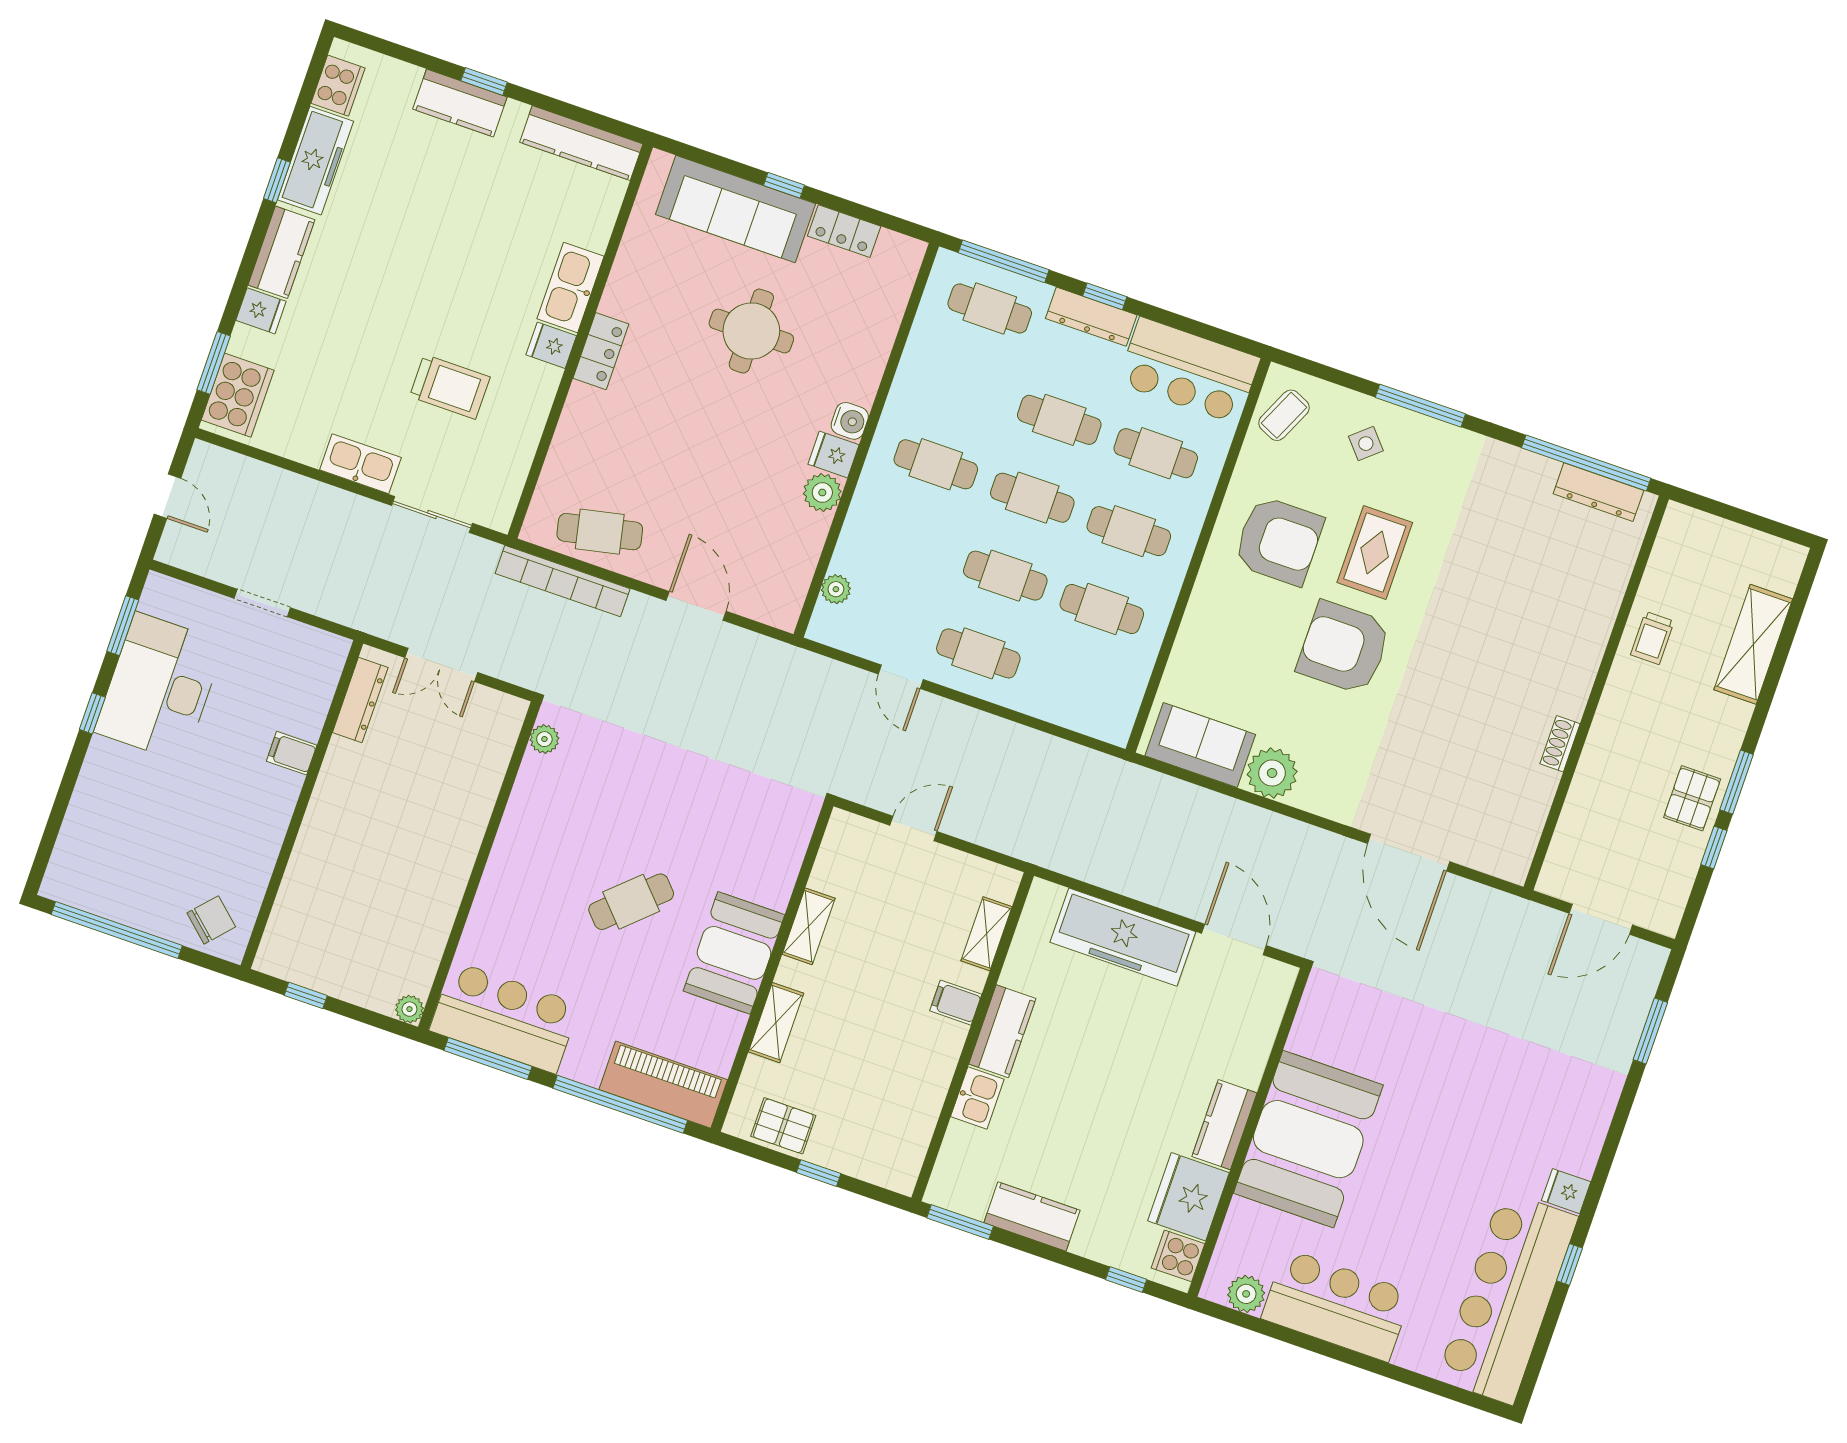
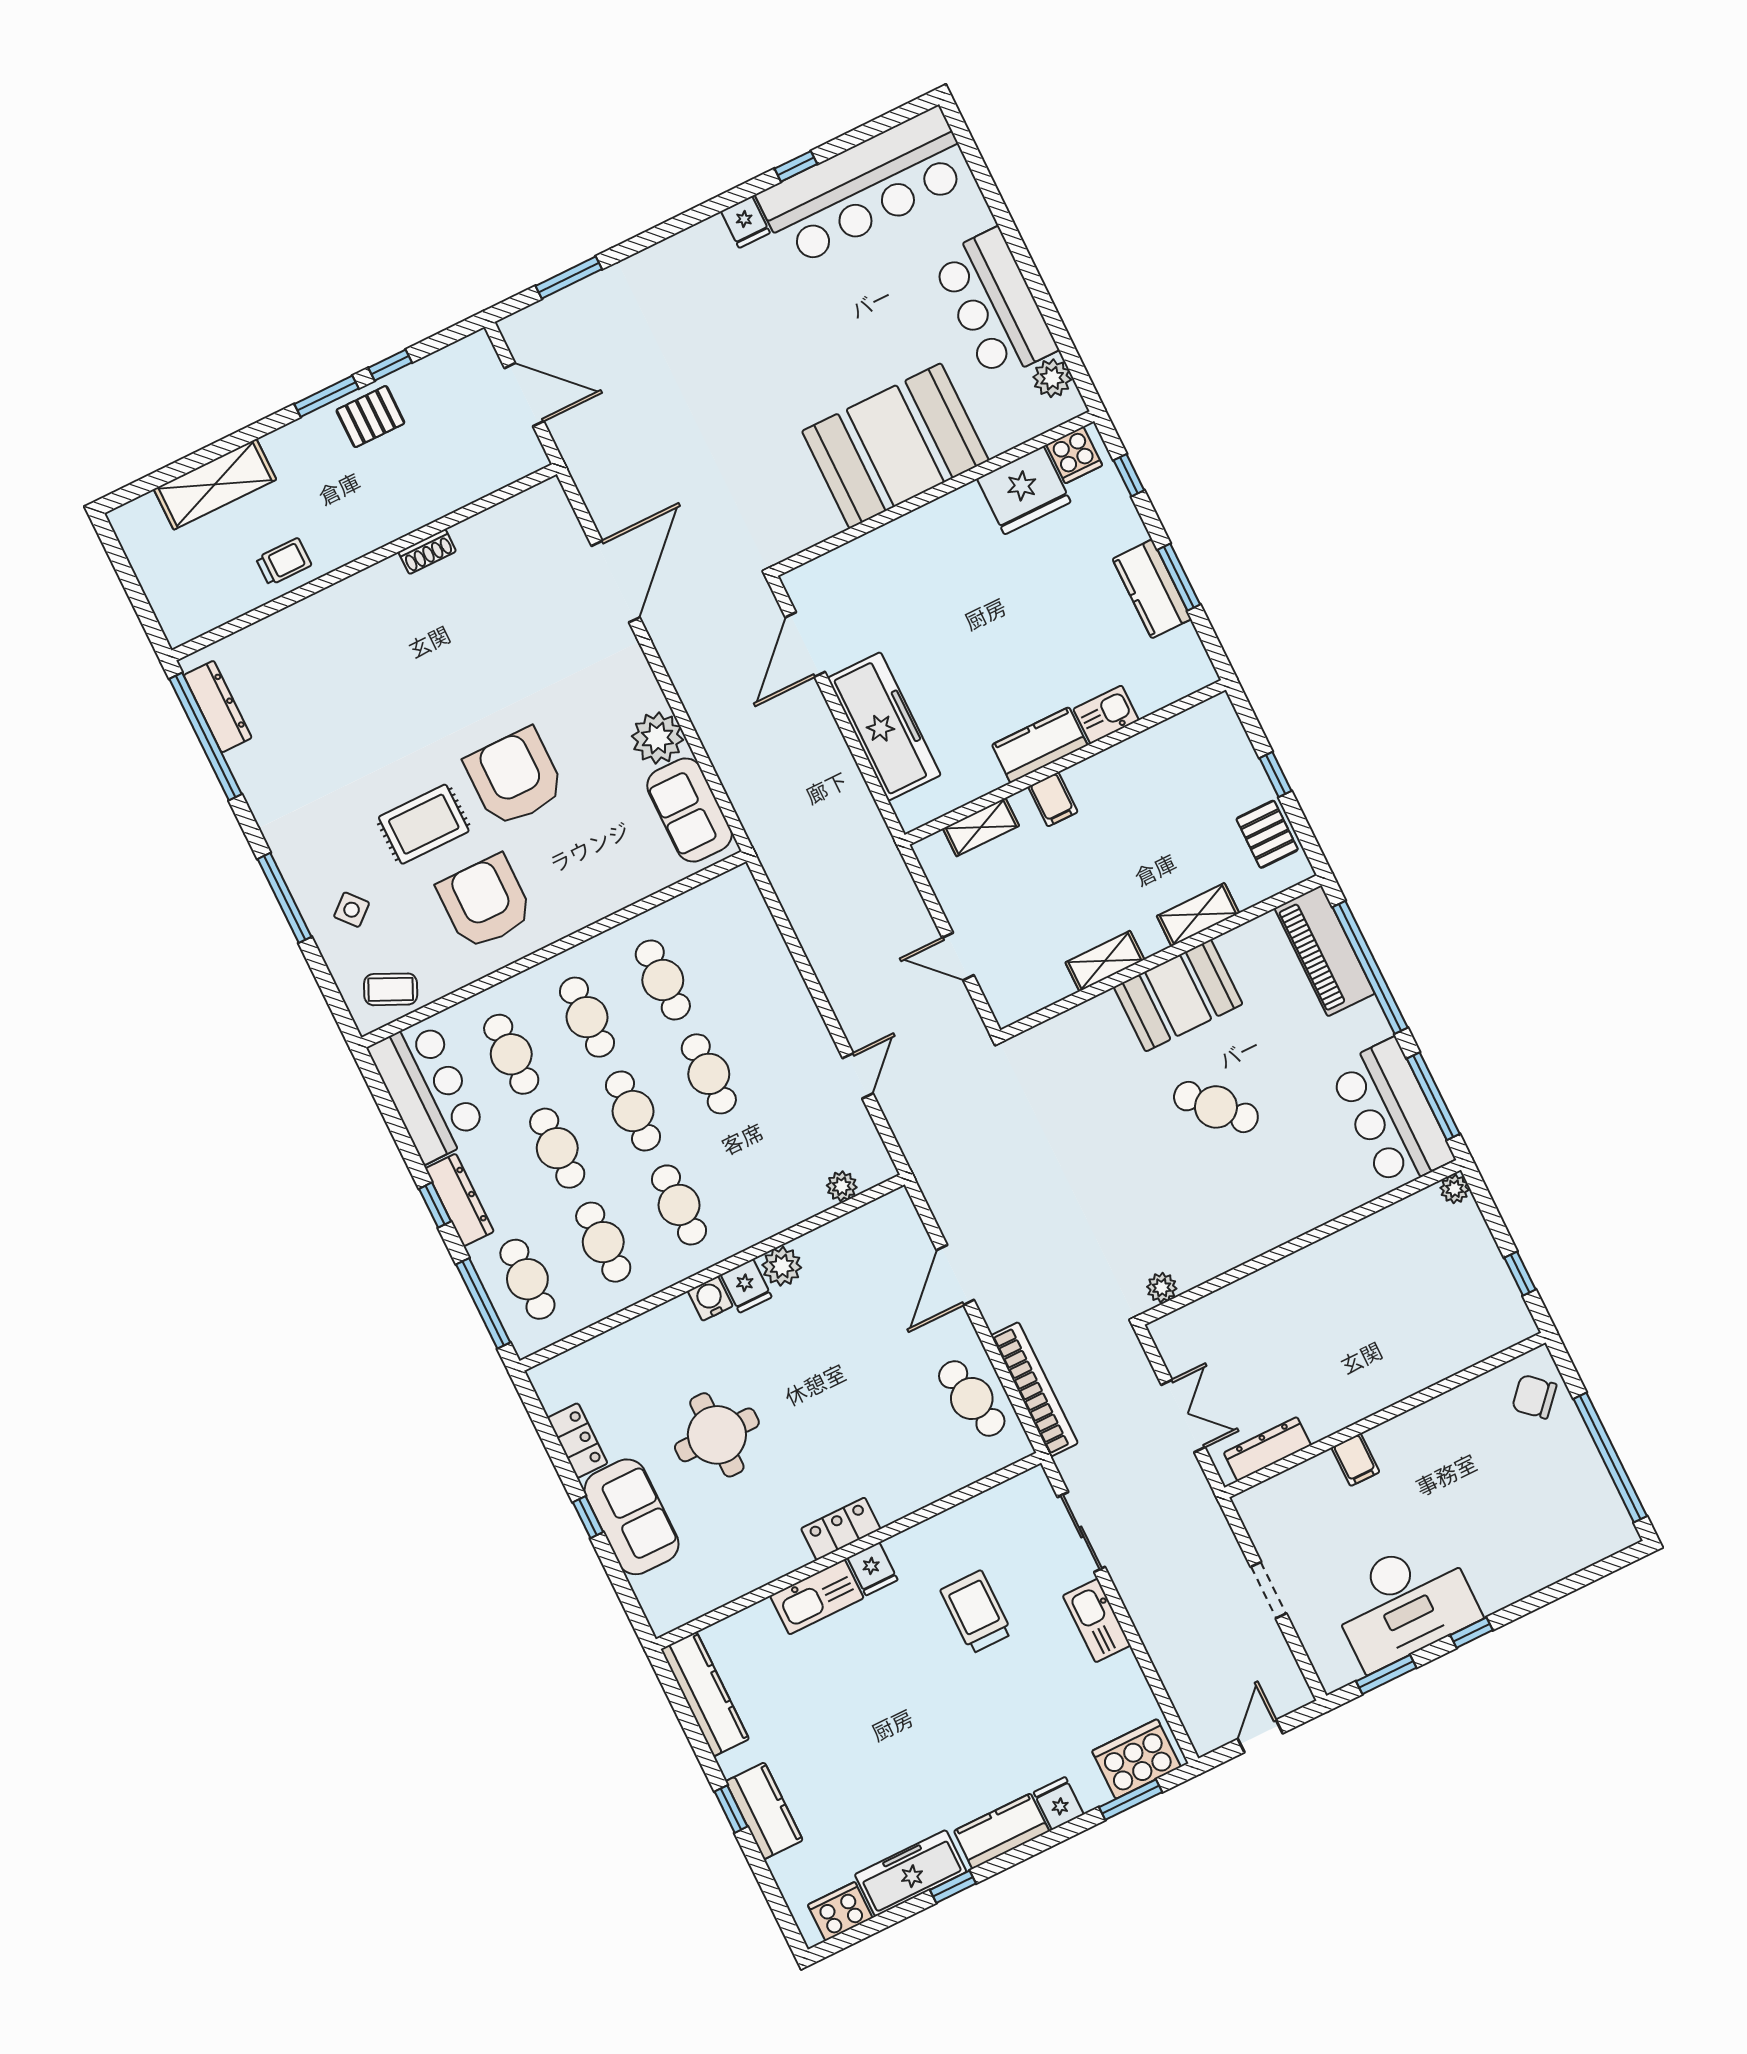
sofa: (736, 209) -> (632, 1517), width x0.73
armchair: (1344, 648) -> (515, 777), turned 180
cafe table: (978, 653) -> (603, 1242), moved
kitchen counter: (1224, 1125) -> (946, 517), removed
window: (960, 1222) -> (1179, 577), moved

